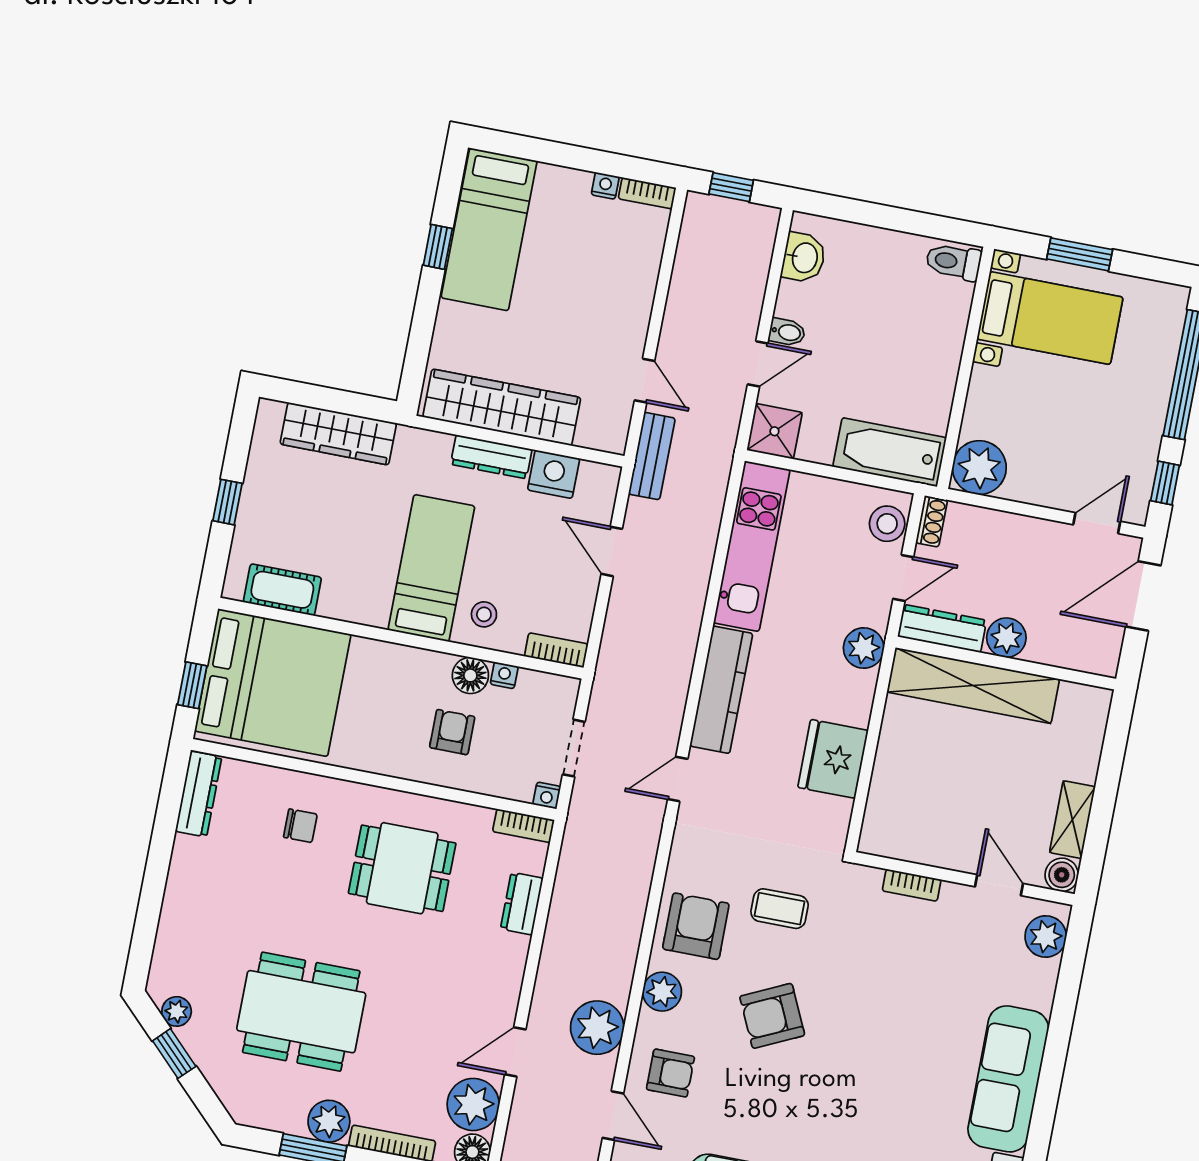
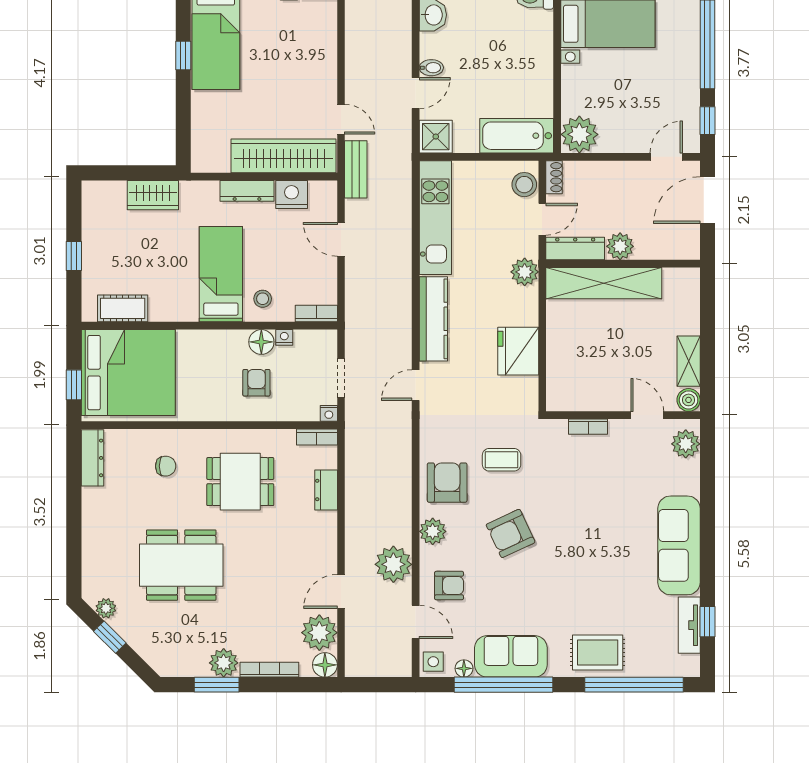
wardrobe: (502, 407) -> (284, 156), moved
wardrobe: (338, 434) -> (153, 195), width x0.67
dining table: (301, 1012) -> (181, 565), moved

